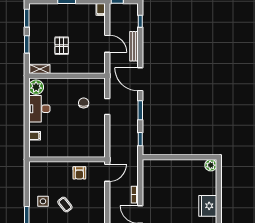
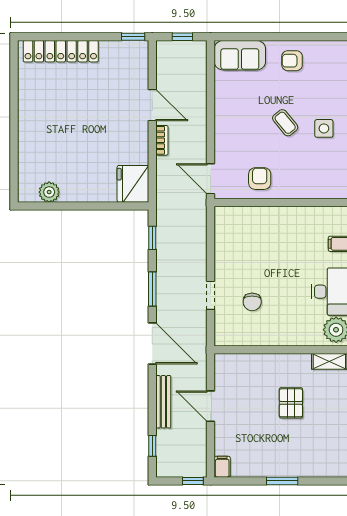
plant: (211, 165) -> (49, 192), moved
door: (107, 173) -> (211, 179), hinge flipped
fridge: (208, 206) -> (133, 184), moved, turned 180

